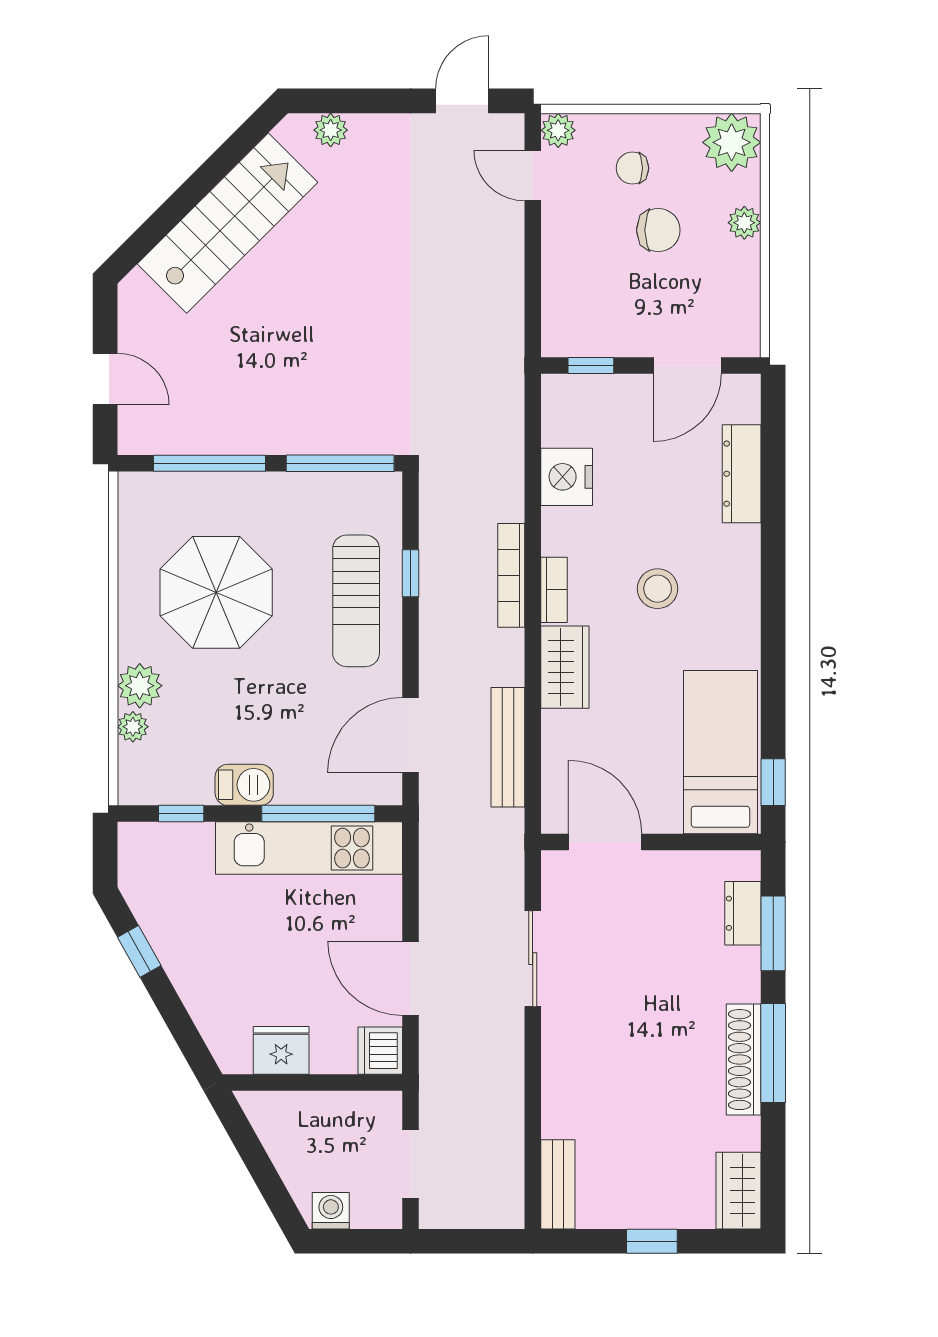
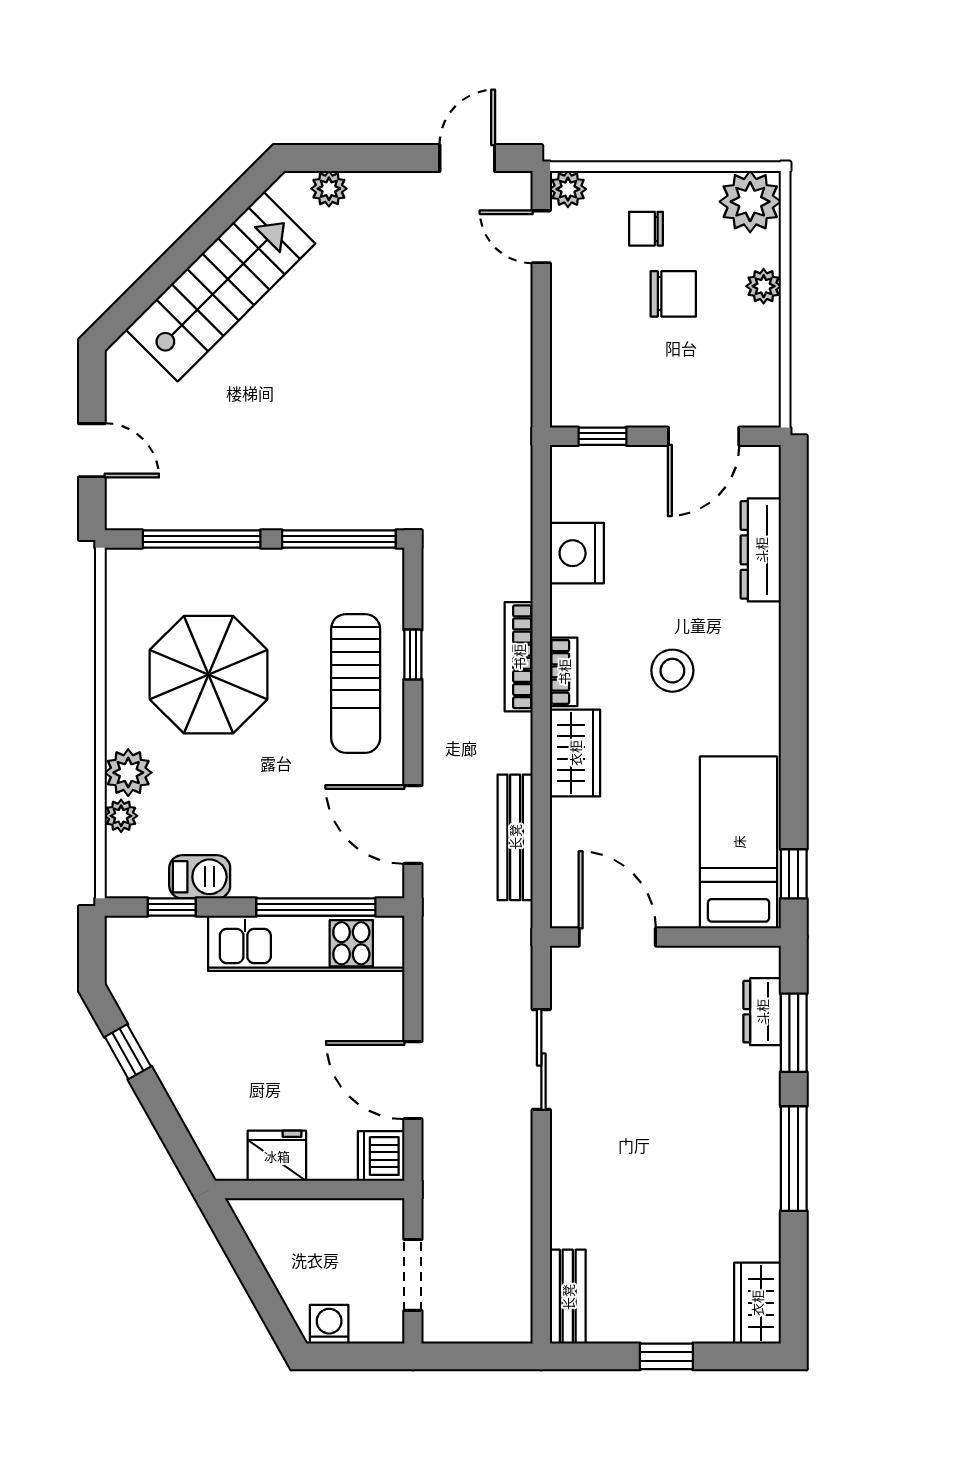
door: (411, 735) -> (413, 825), hinge flipped
barbecue: (244, 785) -> (200, 877), moved
shoe rack: (744, 1060) -> (763, 1165), removed

